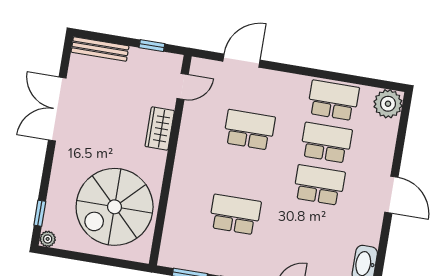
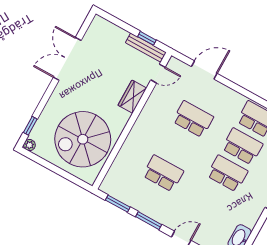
bench: (100, 49) -> (146, 48), moved

